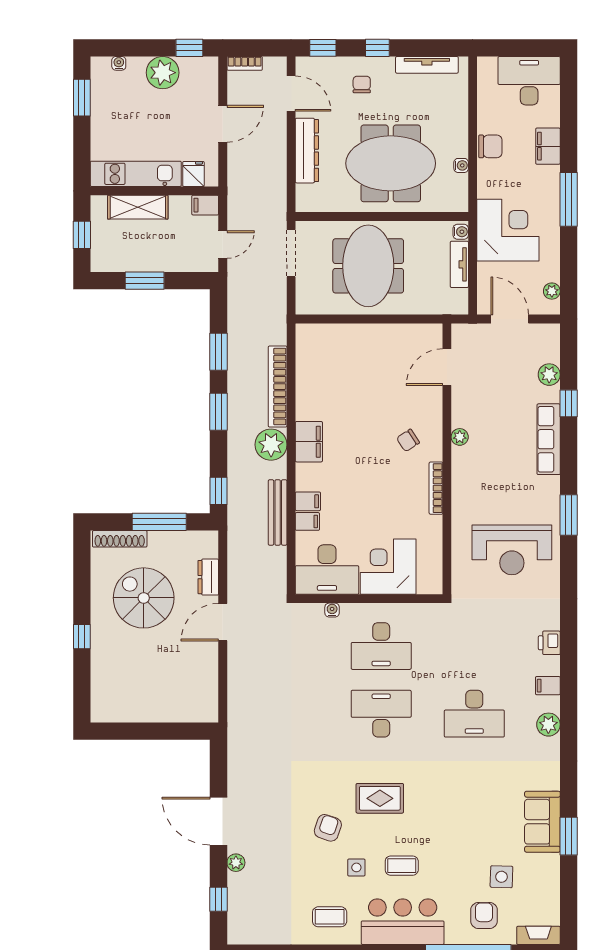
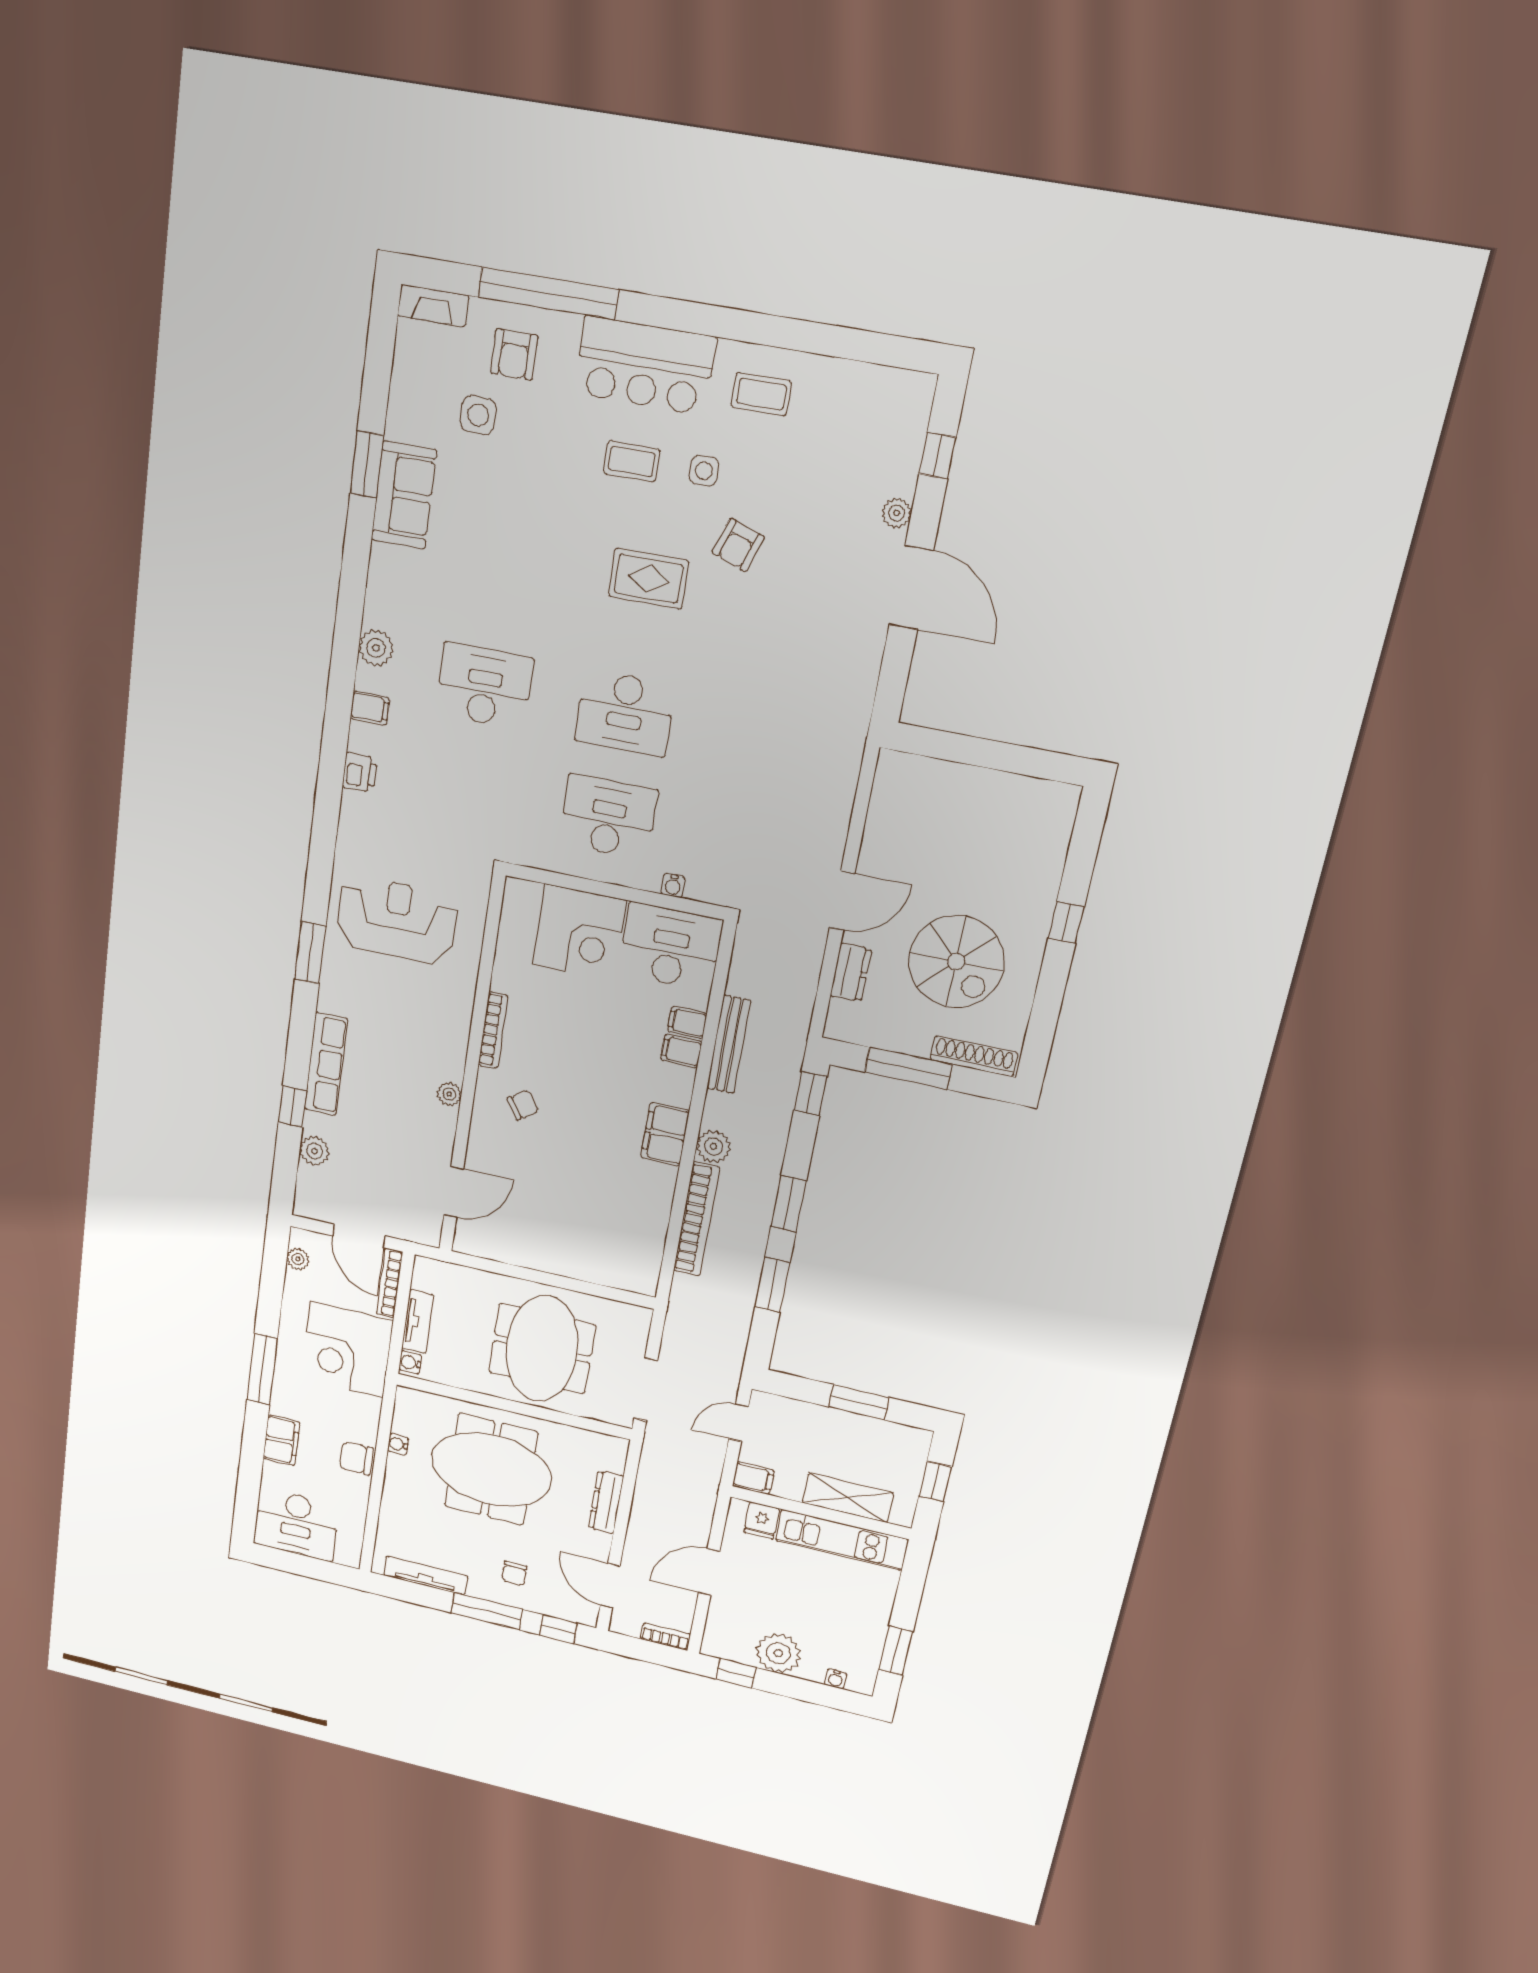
window: (377, 48) -> (487, 1611), width x2.17
dresser: (307, 151) -> (606, 1502), width x0.73, depth x0.80
bookcase: (483, 289) -> (389, 1283), added
plant: (271, 445) -> (714, 1146), width x0.73, depth x0.73

